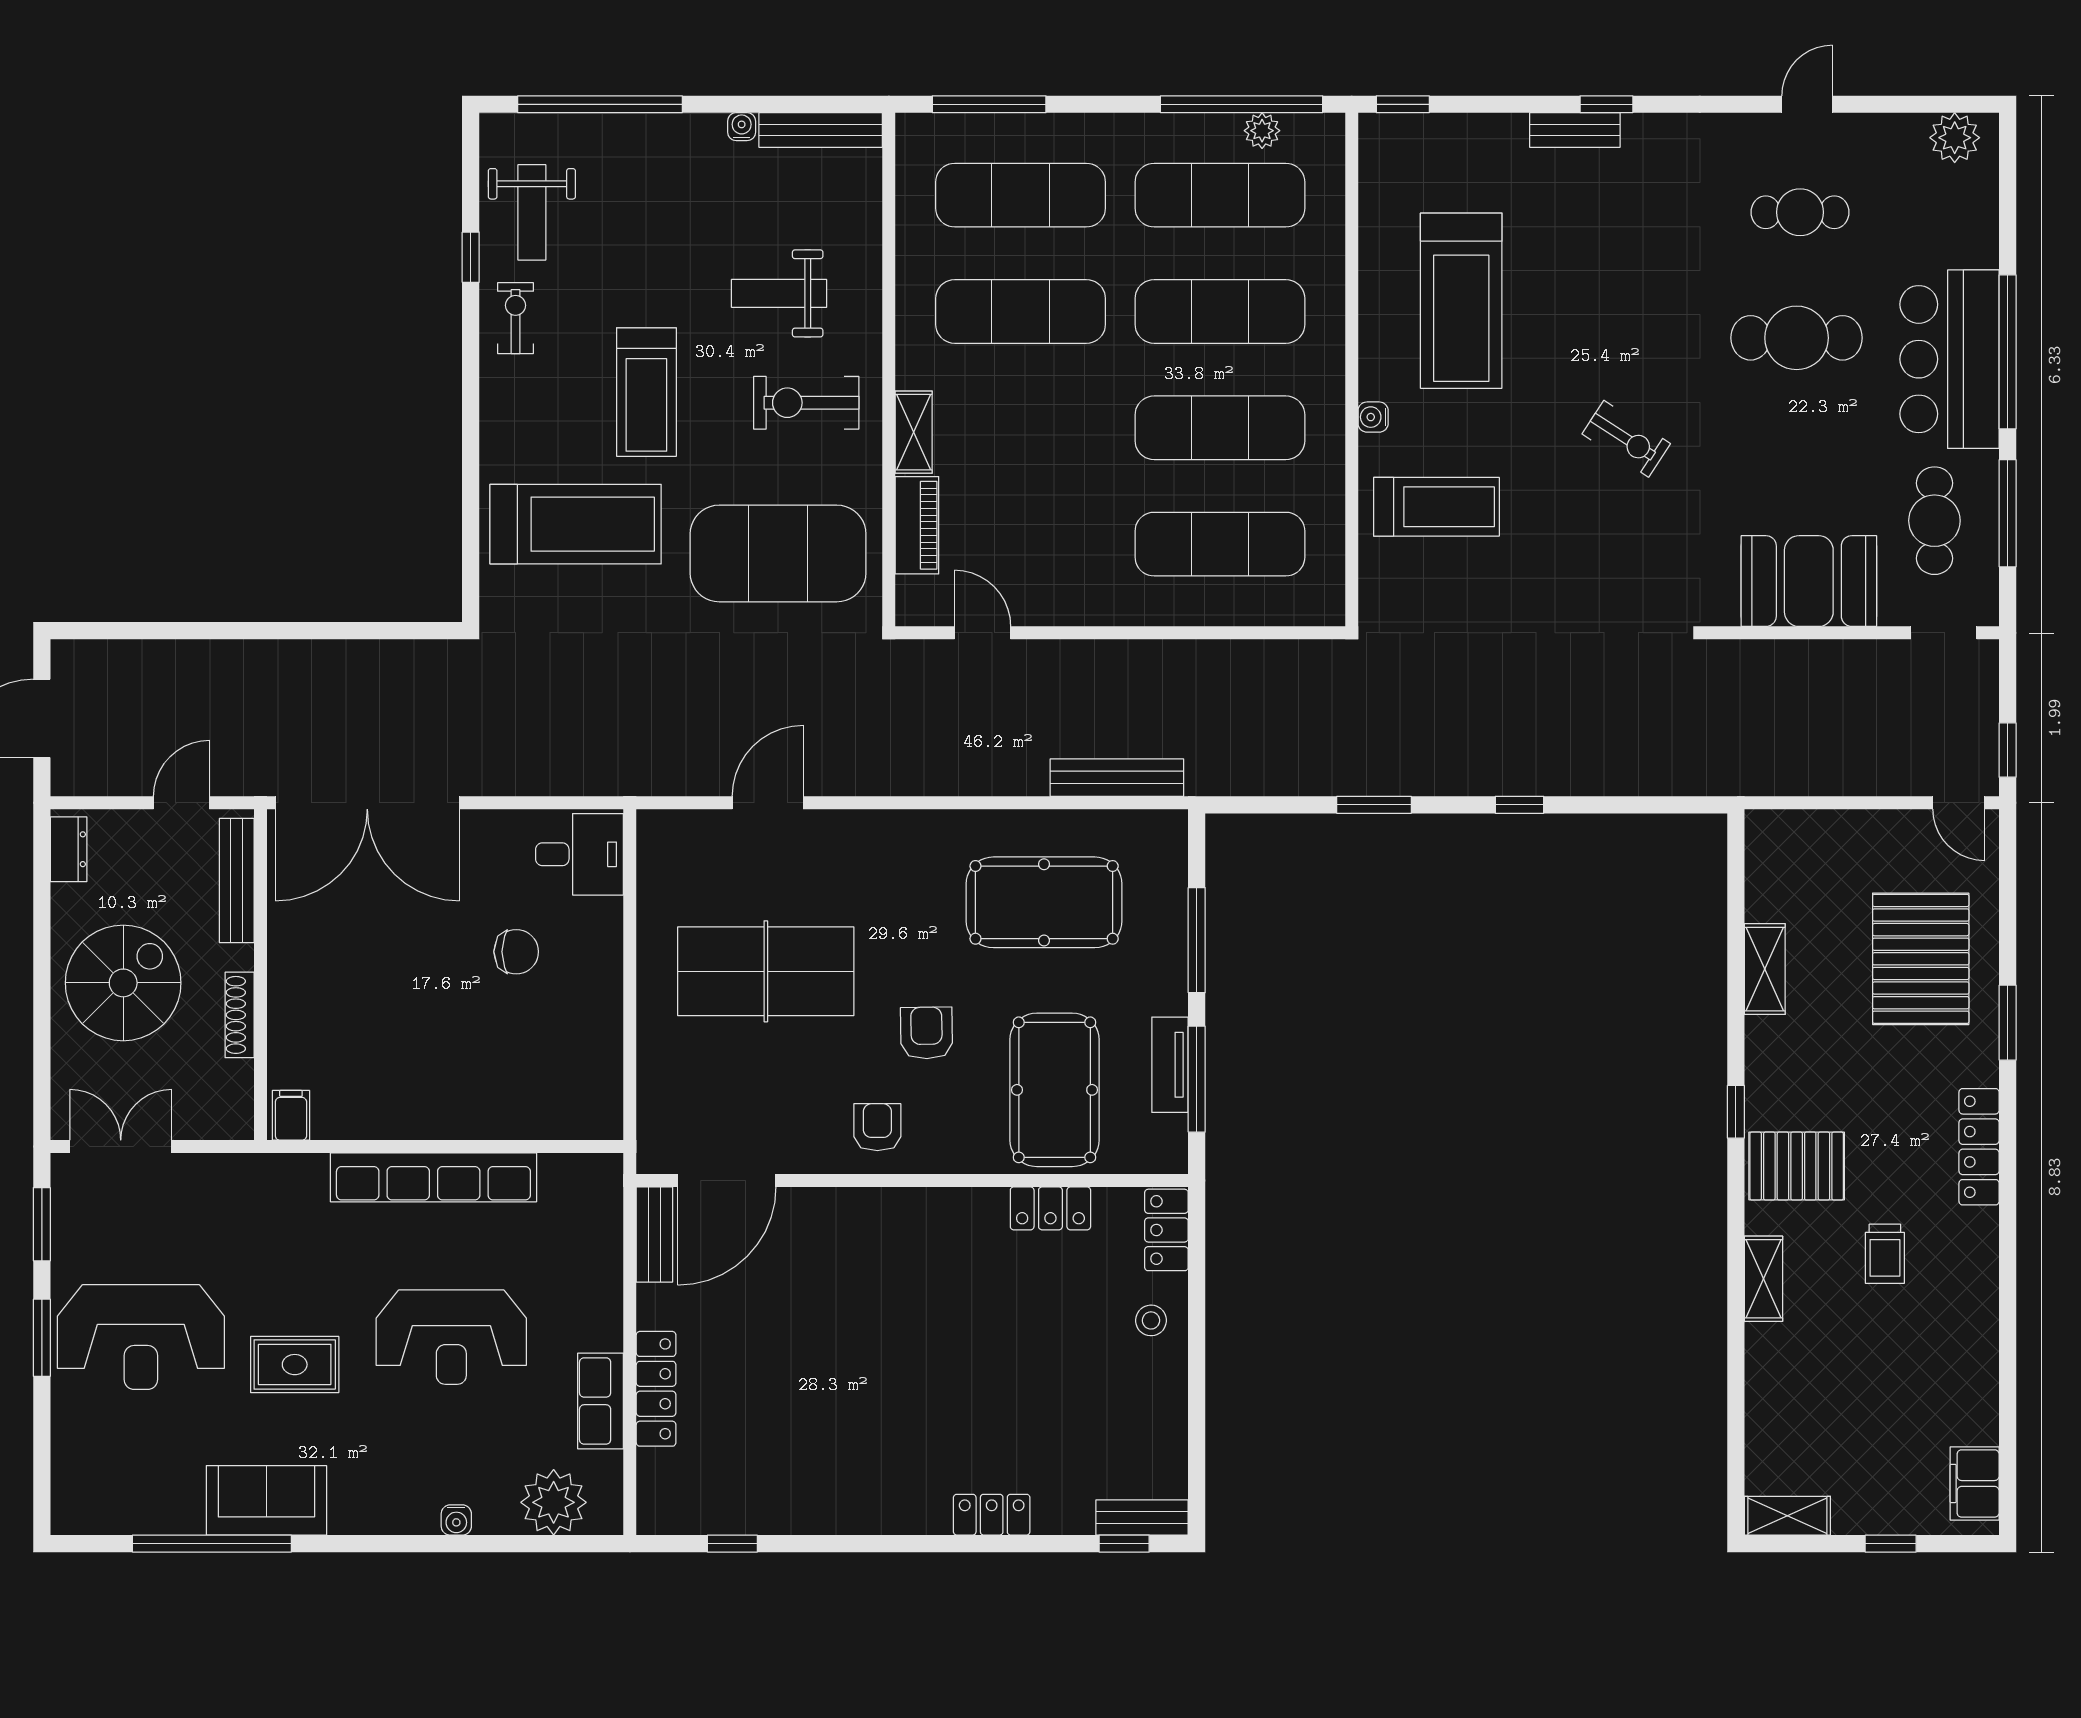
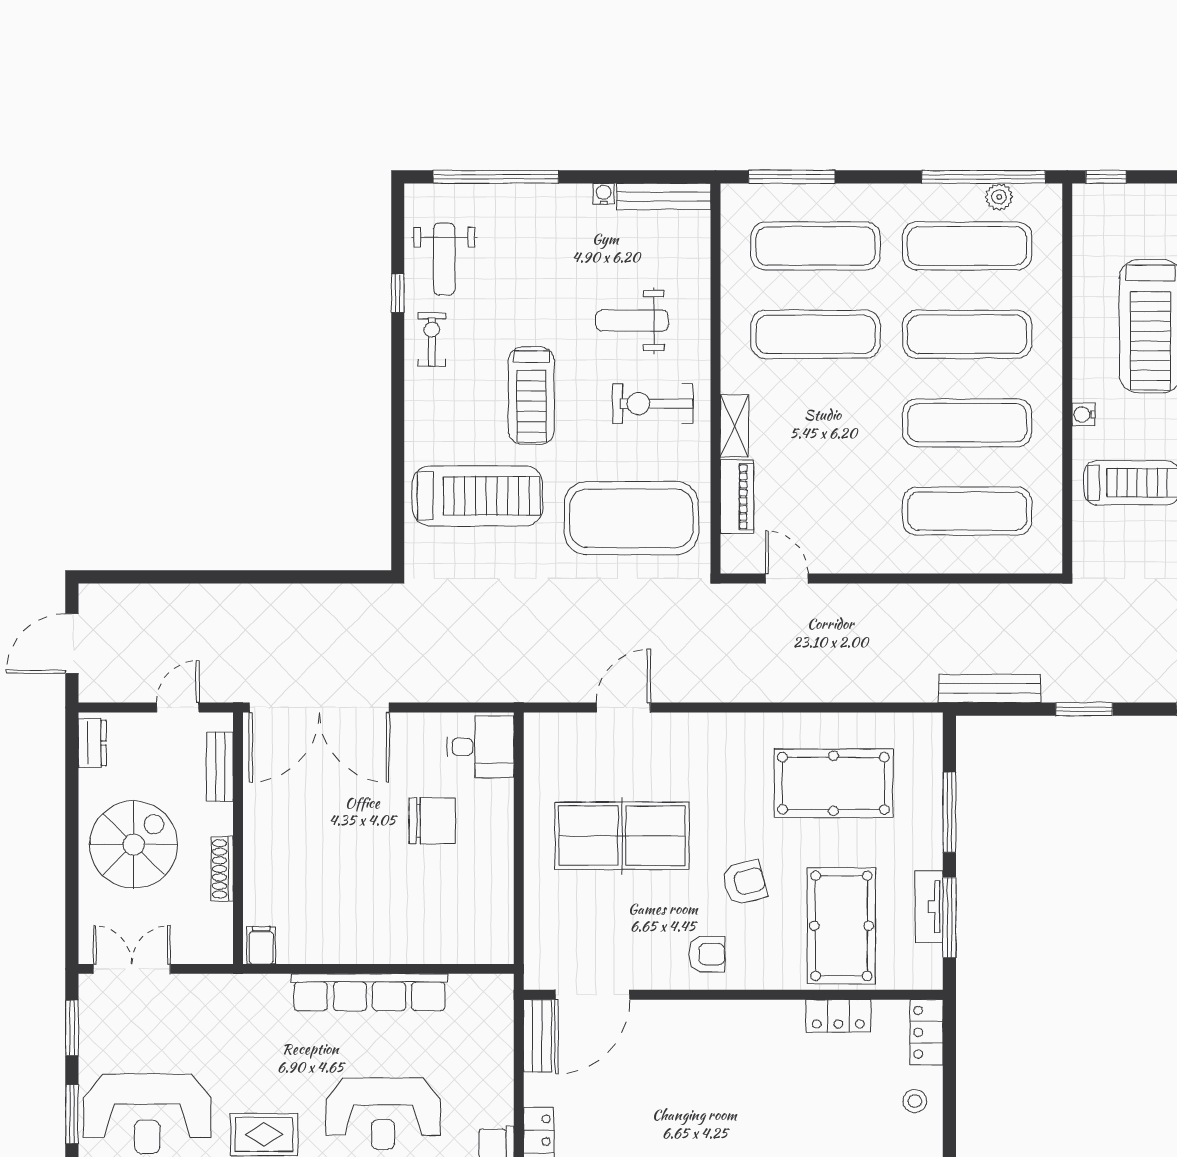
bench: (1117, 778) -> (990, 689), moved
bench: (237, 881) -> (220, 767), width x0.73
chair: (516, 952) -> (432, 821), width x1.37, depth x1.37
armchair: (927, 1033) -> (744, 883), turned 76
armchair: (877, 1127) -> (707, 954), turned 90

